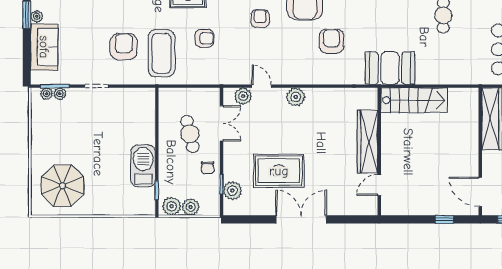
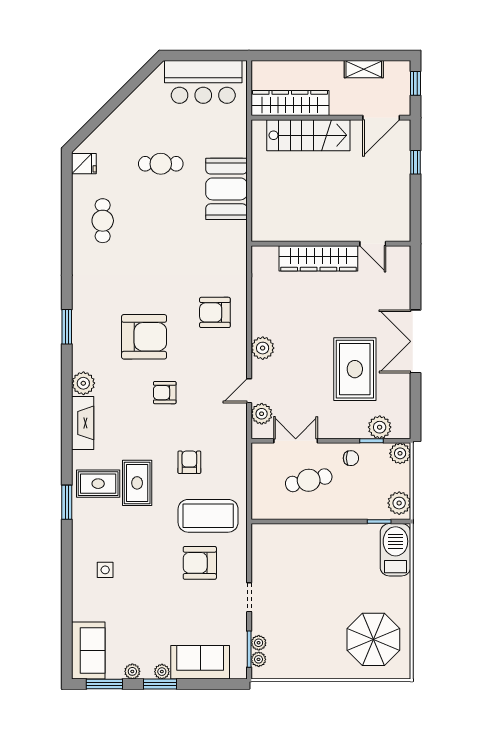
armchair: (331, 41) -> (215, 312), moved
booth: (390, 68) -> (226, 189), moved
stairs: (414, 100) -> (308, 135), moved, turned 90
barbecue: (143, 166) -> (395, 550), moved, turned 90
plant: (191, 207) -> (400, 453), moved

